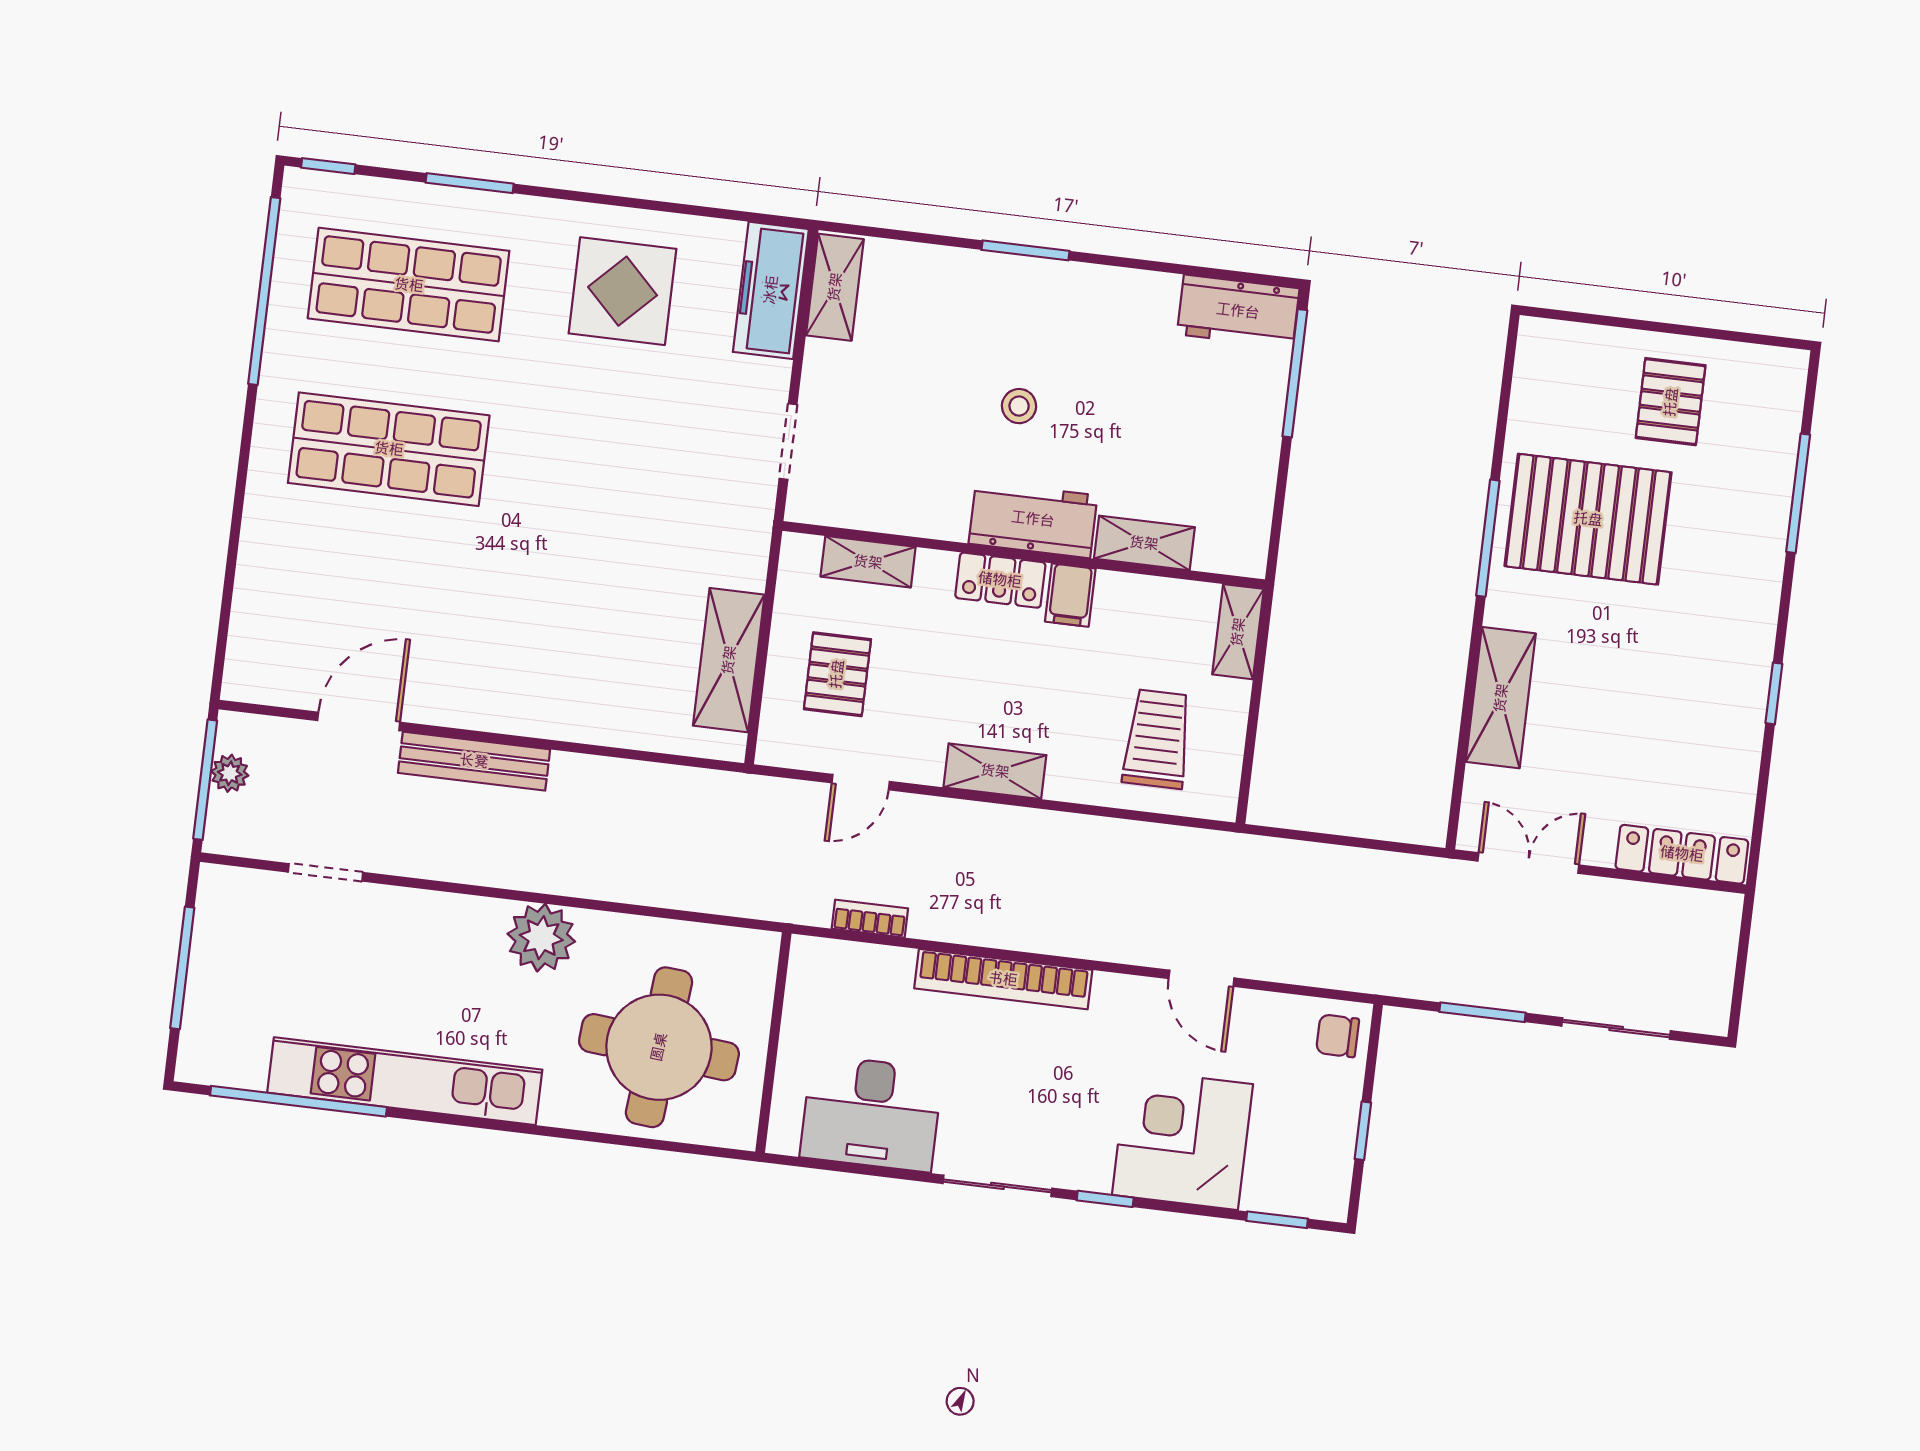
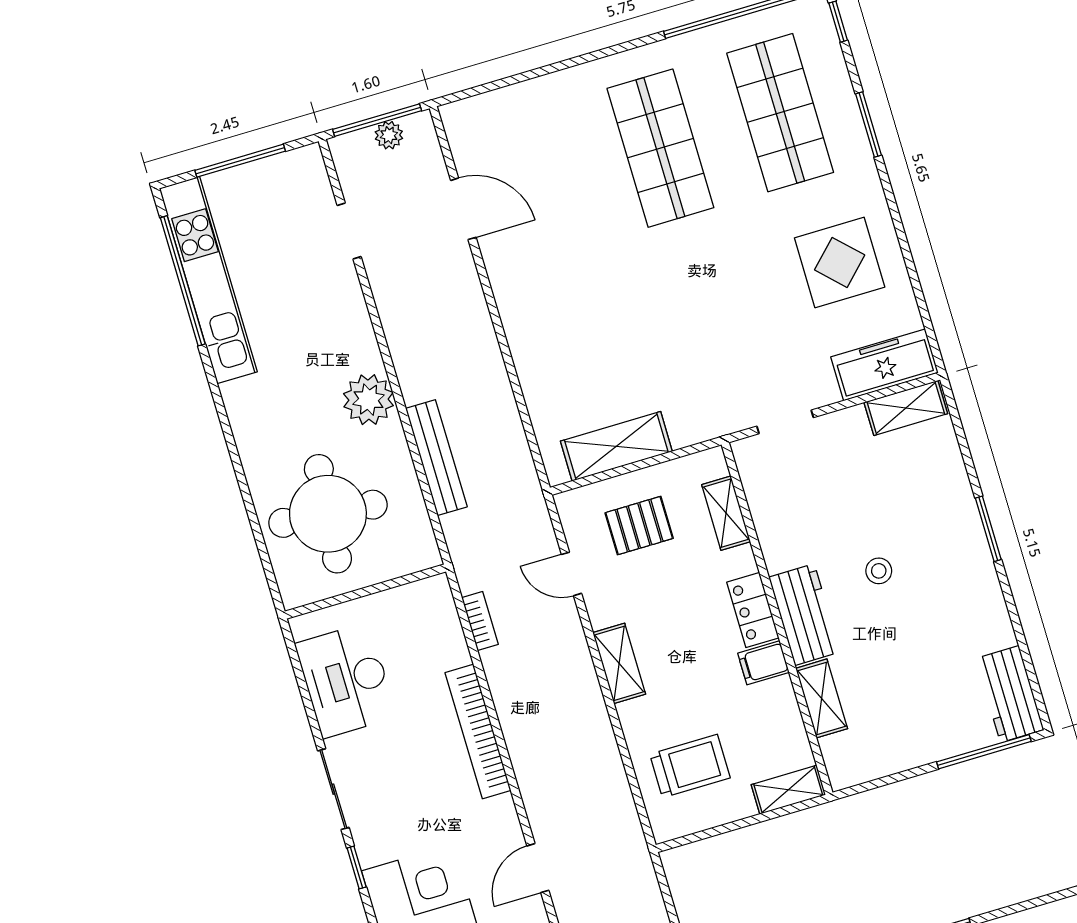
bench: (474, 761) -> (436, 458), moved
kitchen unit: (405, 1081) -> (208, 280), moved

